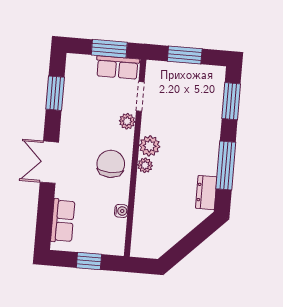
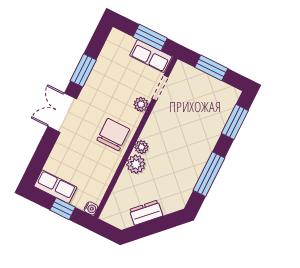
window: (55, 93) -> (83, 70), moved
plant: (150, 146) -> (136, 164), moved
dresser: (206, 193) -> (146, 213), moved, turned 45
water cooler: (121, 211) -> (91, 208), moved
row of seats: (63, 221) -> (55, 187), moved, turned -90

